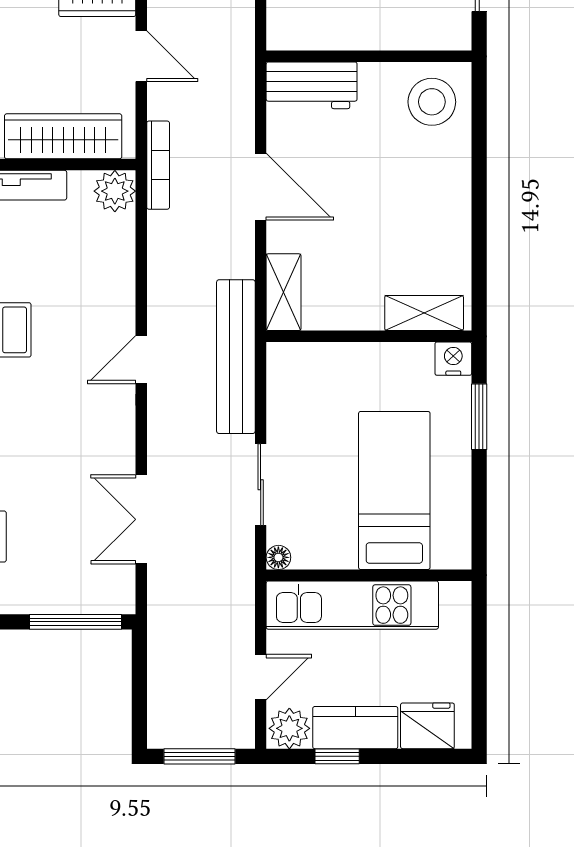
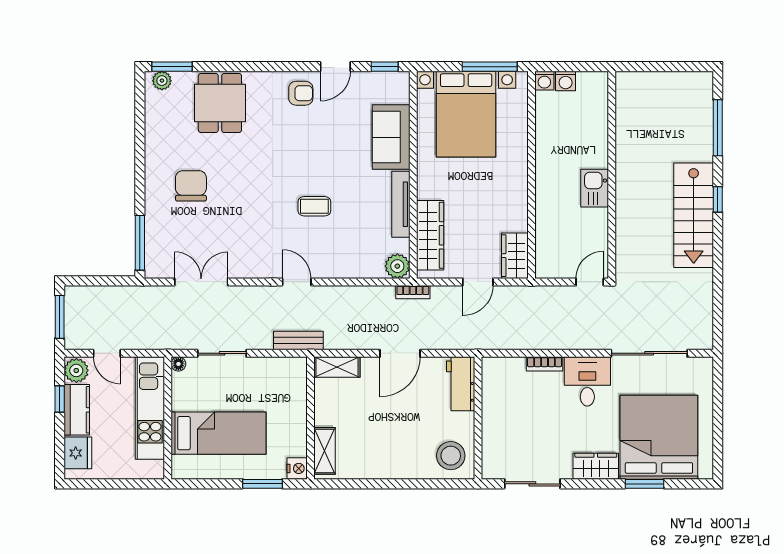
bookcase: (158, 165) -> (413, 292), width x0.64
bench: (236, 357) -> (298, 341), width x0.54, depth x0.82

